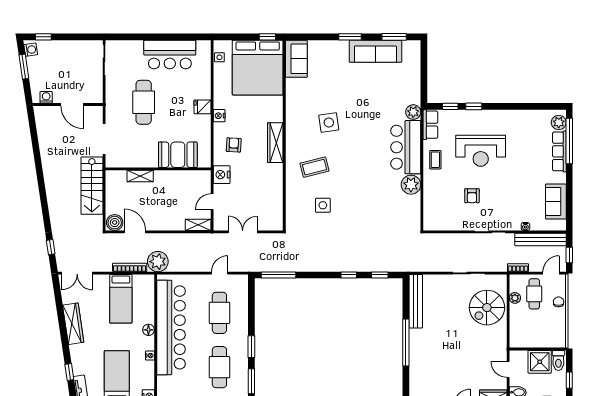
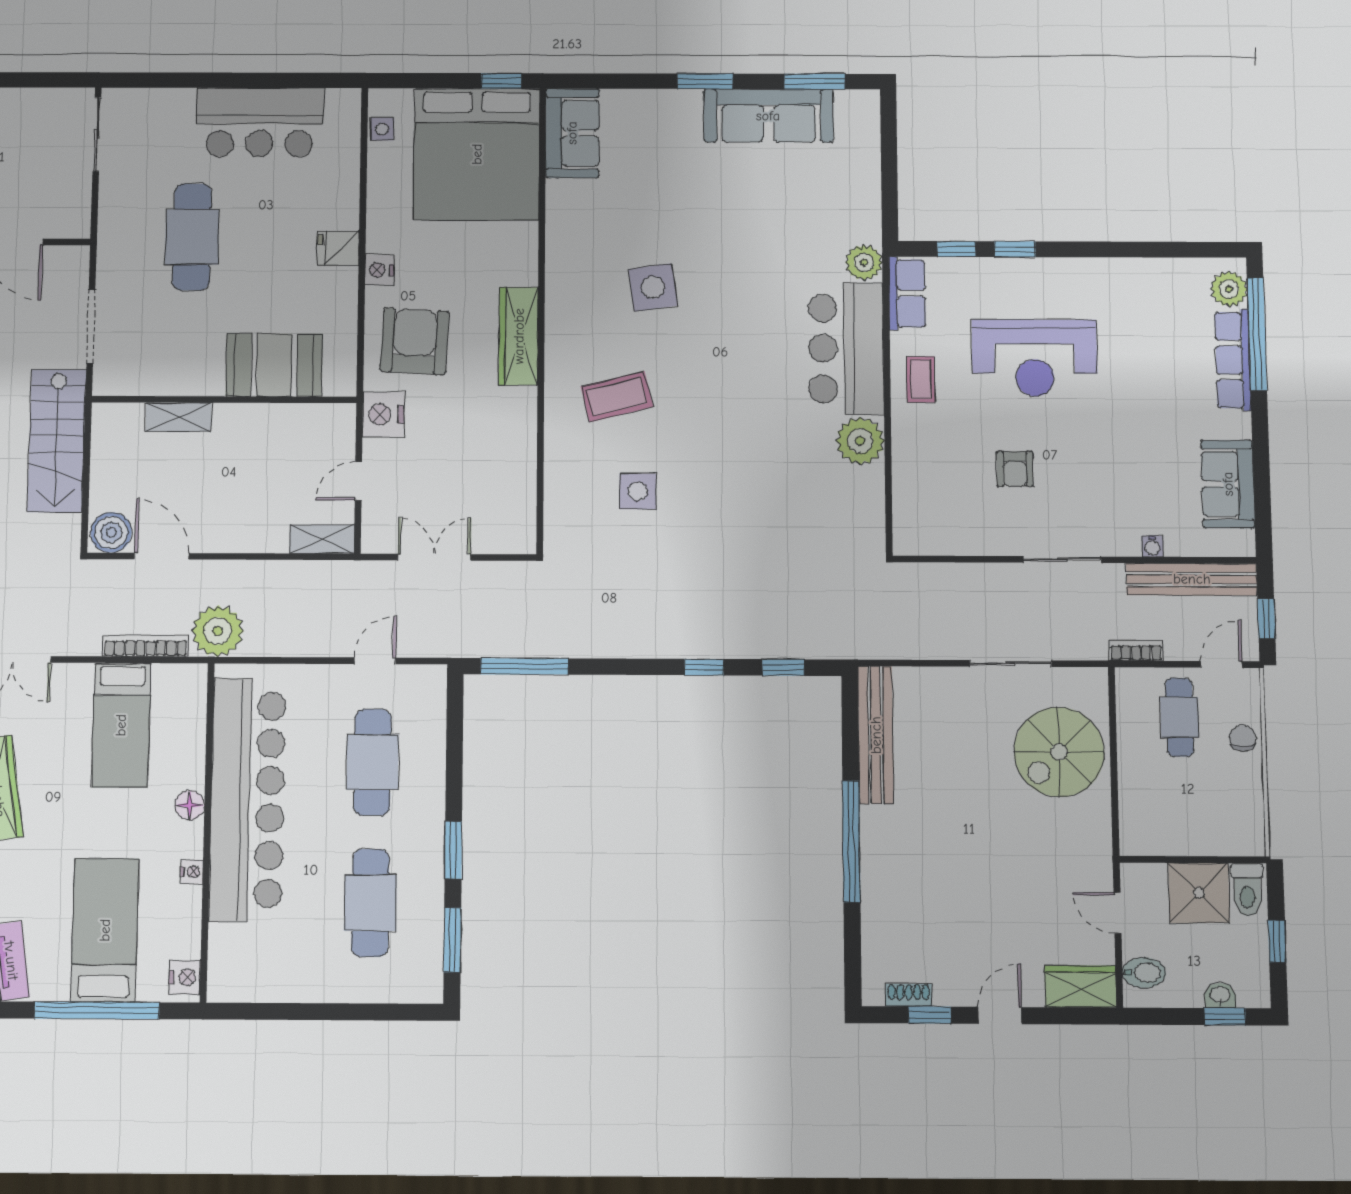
armchair: (234, 145) -> (415, 341), width x1.88, depth x1.88
plant: (515, 298) -> (1130, 728), removed

